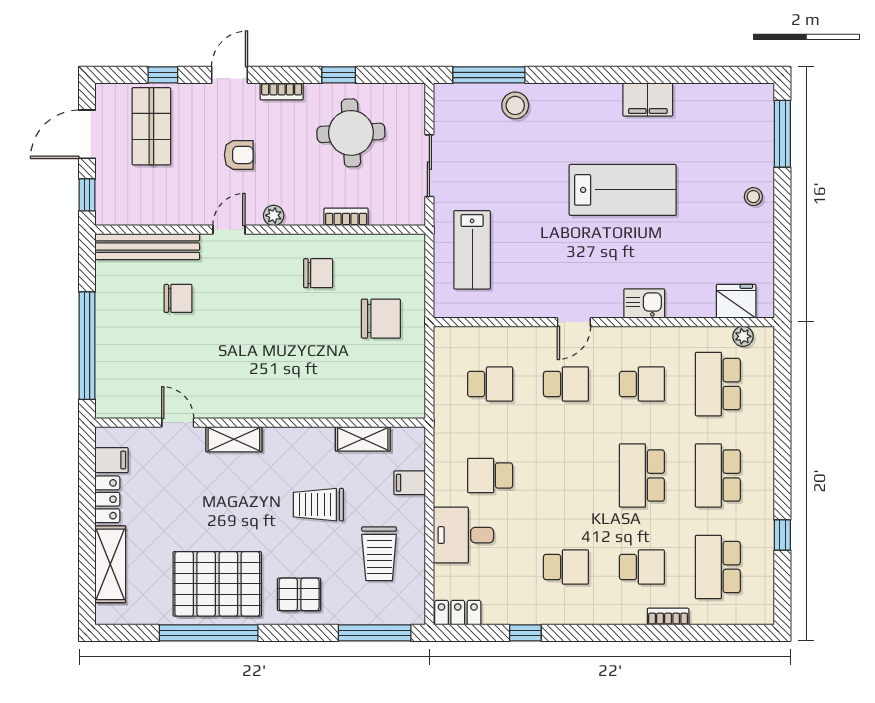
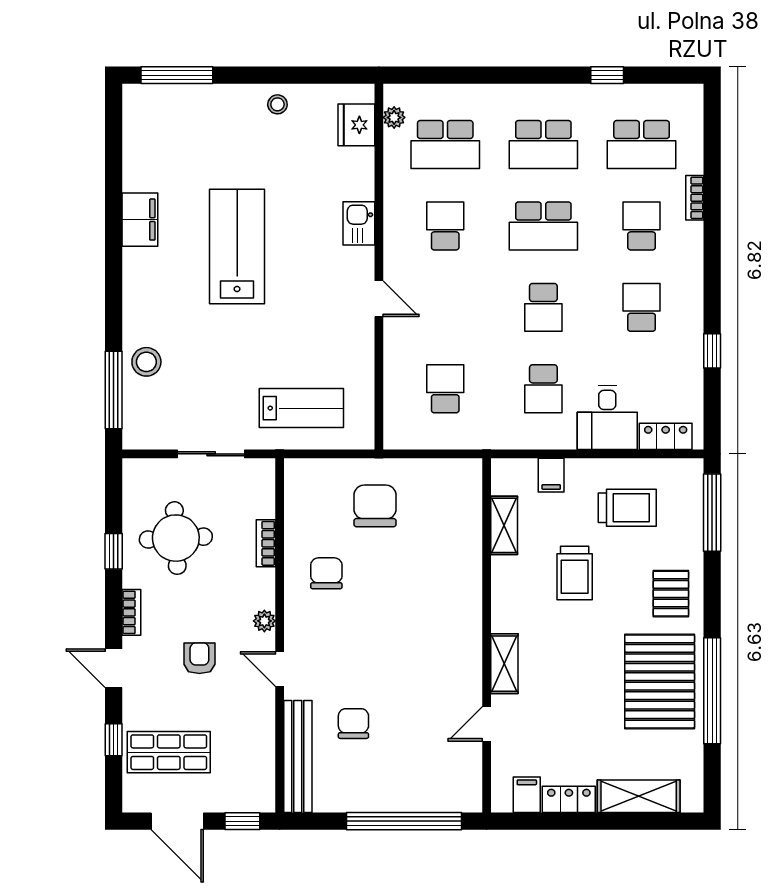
stool: (753, 197) -> (277, 104), moved
school desk: (566, 384) -> (543, 307), moved, turned 180
locker: (458, 613) -> (666, 436), moved, turned 90

